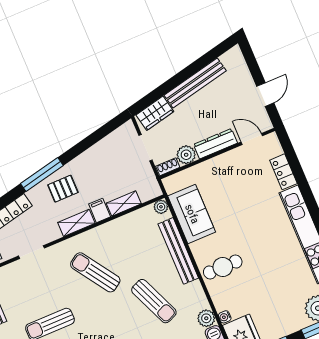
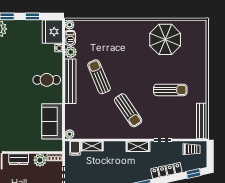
dresser: (215, 144) -> (19, 159), width x0.70
pallet: (63, 189) -> (126, 171), removed
filing cabinet: (100, 210) -> (75, 148), moved
shelving: (76, 223) -> (138, 146), moved
bench: (178, 251) -> (70, 81), moved

